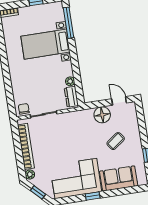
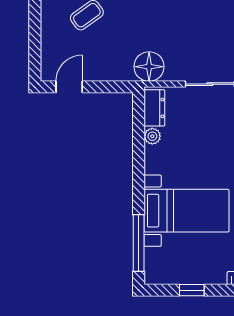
door: (119, 101) -> (69, 87), swing flipped
floor lamp: (102, 115) -> (149, 67), moved

